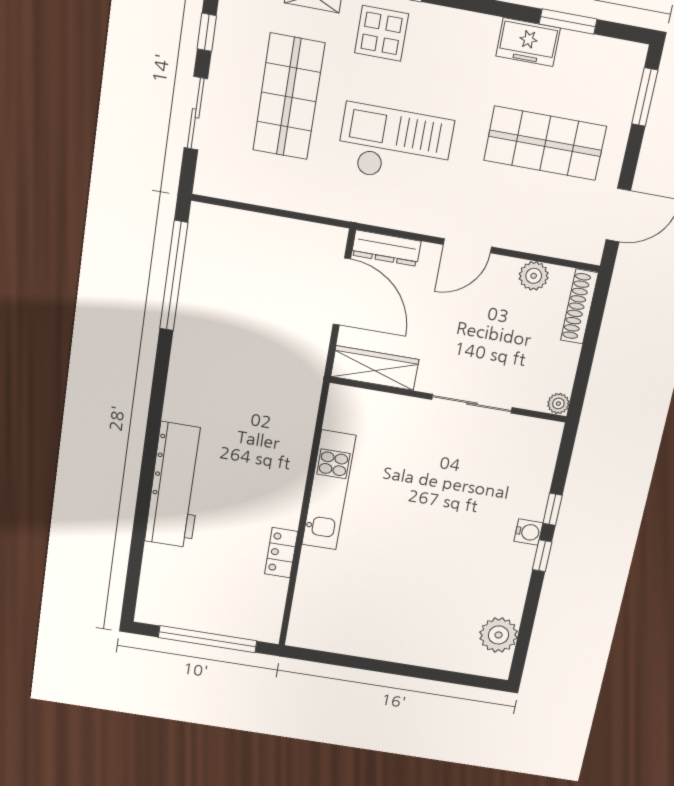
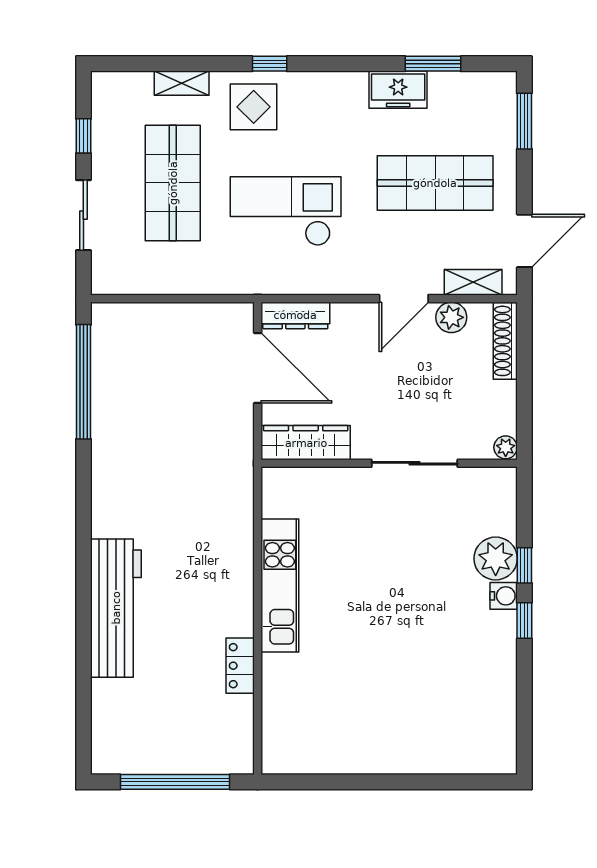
door: (467, 246) -> (404, 299), moved
shelving: (561, 246) -> (473, 282), added
plant: (499, 635) -> (496, 559), moved

